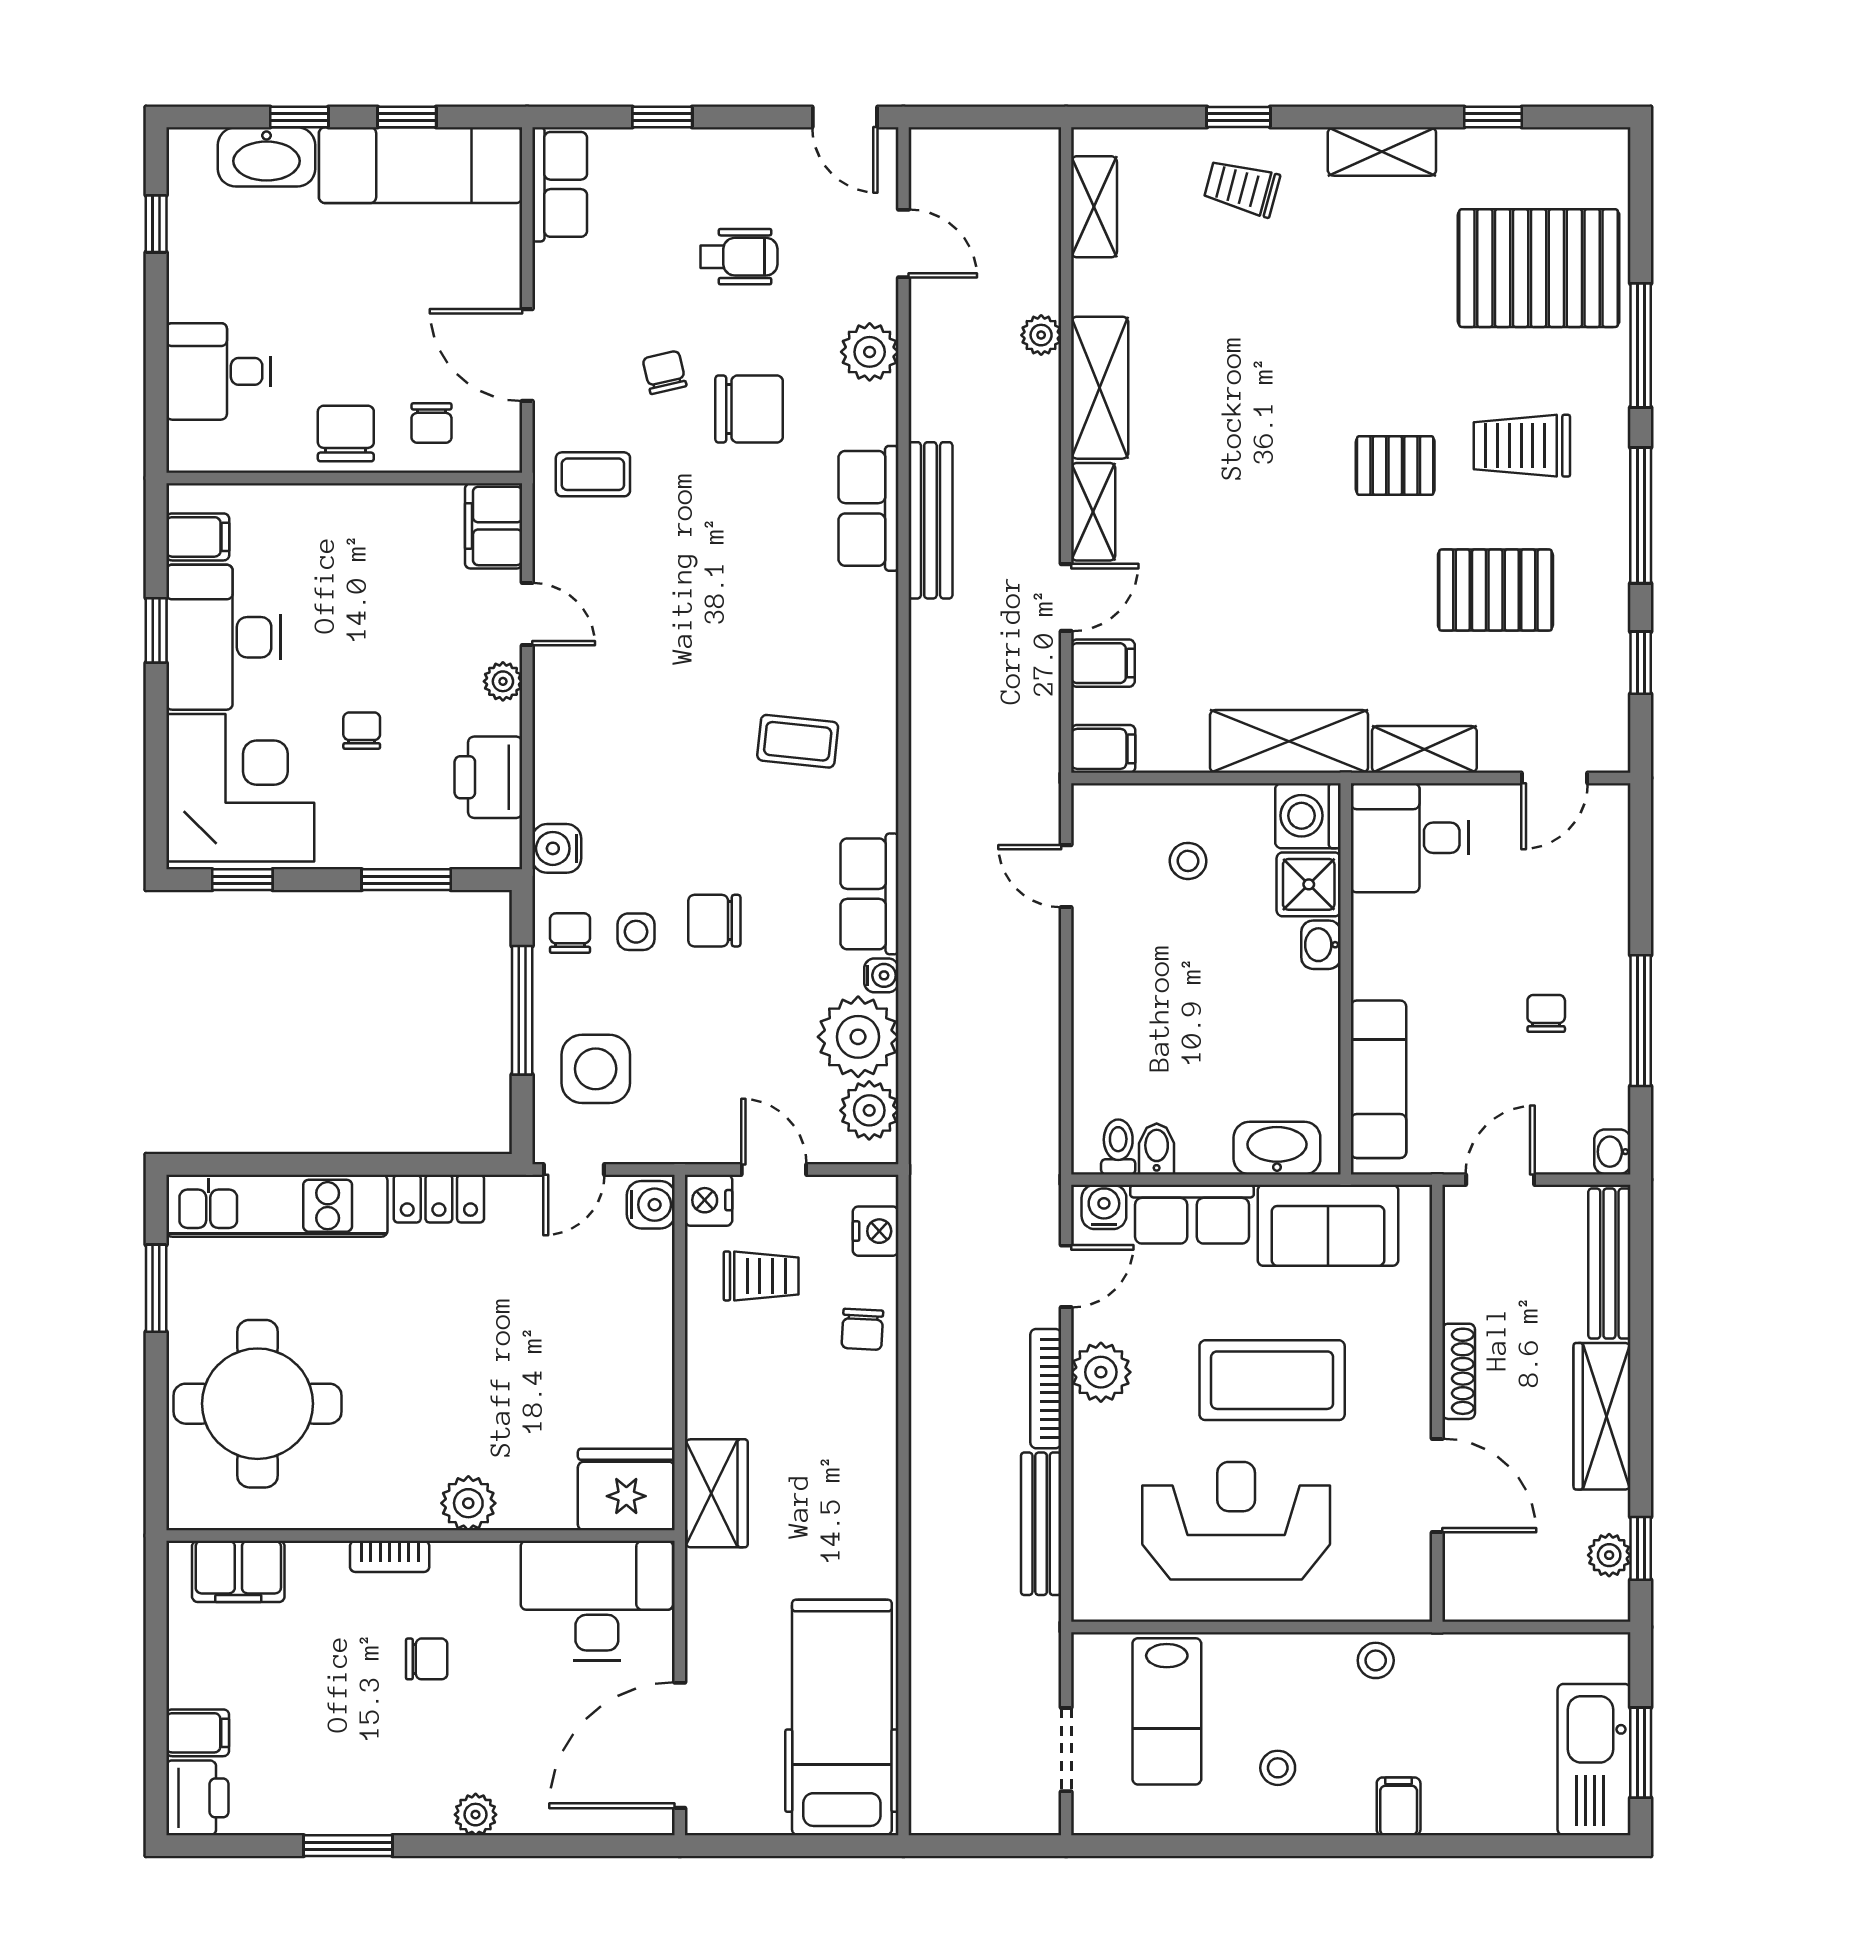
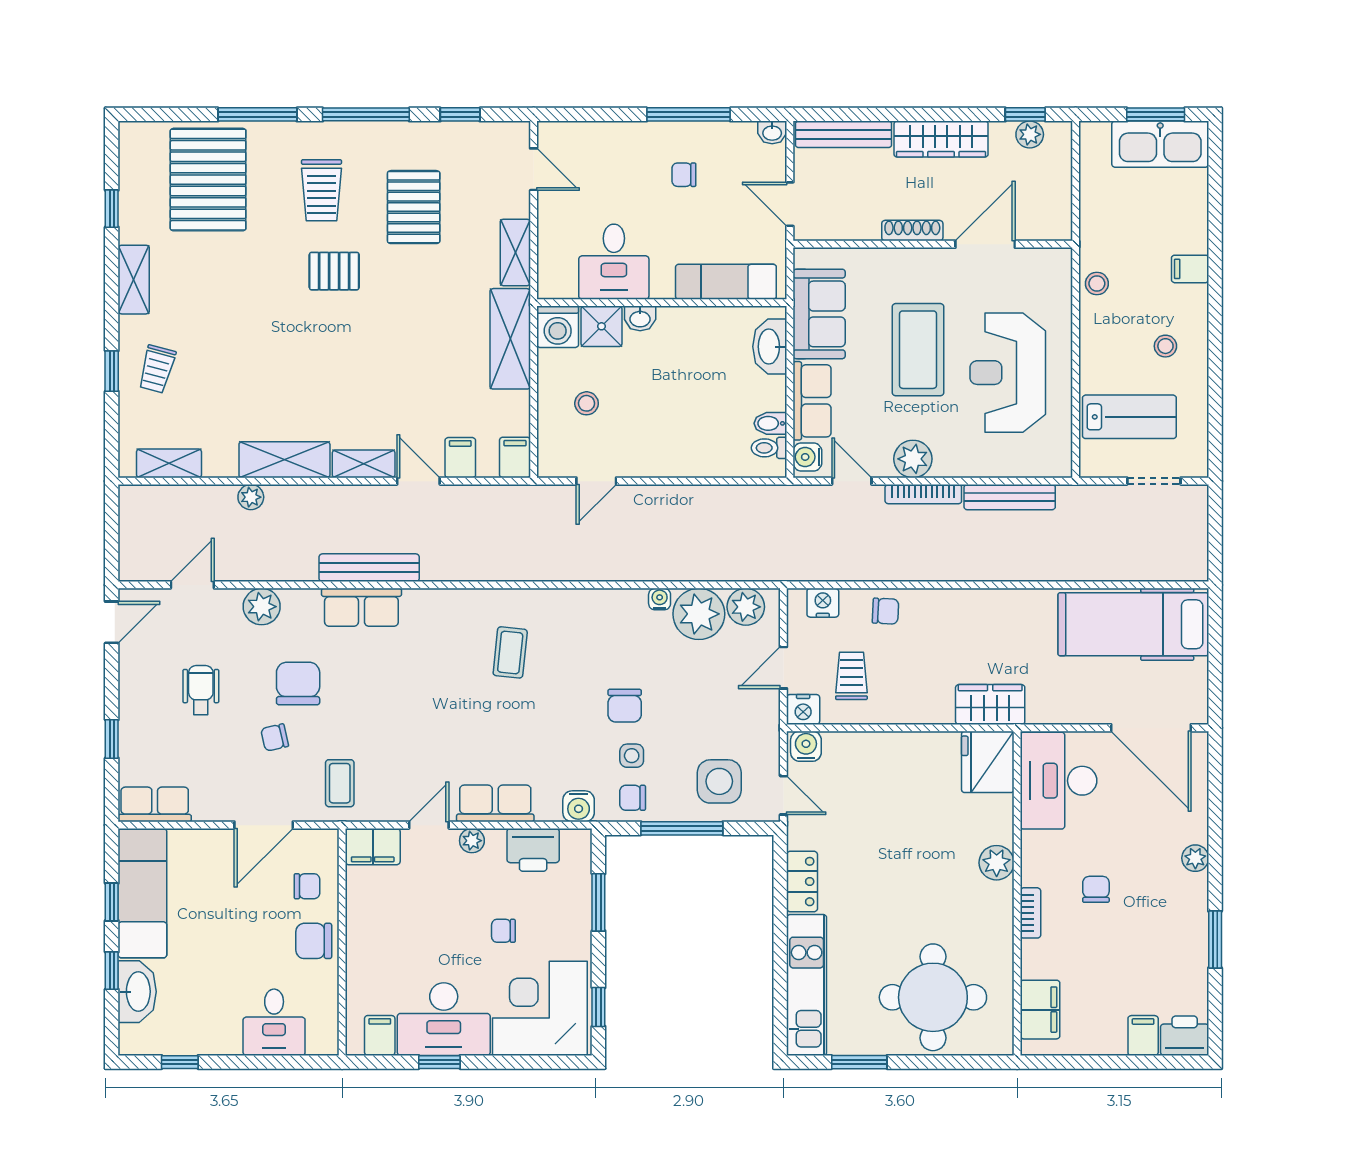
pallet: (1395, 466) -> (334, 271), turned 90
desk: (1410, 838) -> (614, 262), moved
row of seats: (869, 894) -> (495, 803), moved, turned 180

